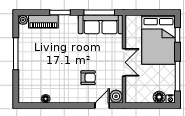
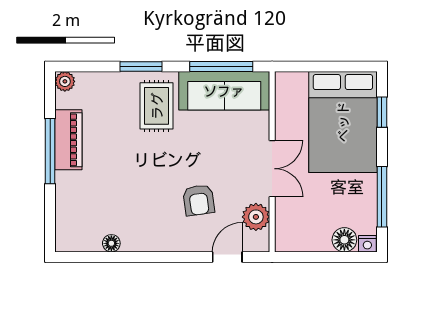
piano: (43, 22) -> (68, 140), moved, turned -90
rug: (68, 32) -> (157, 106), added
armchair: (88, 78) -> (199, 200), turned 82
plant: (116, 96) -> (256, 217), moved

